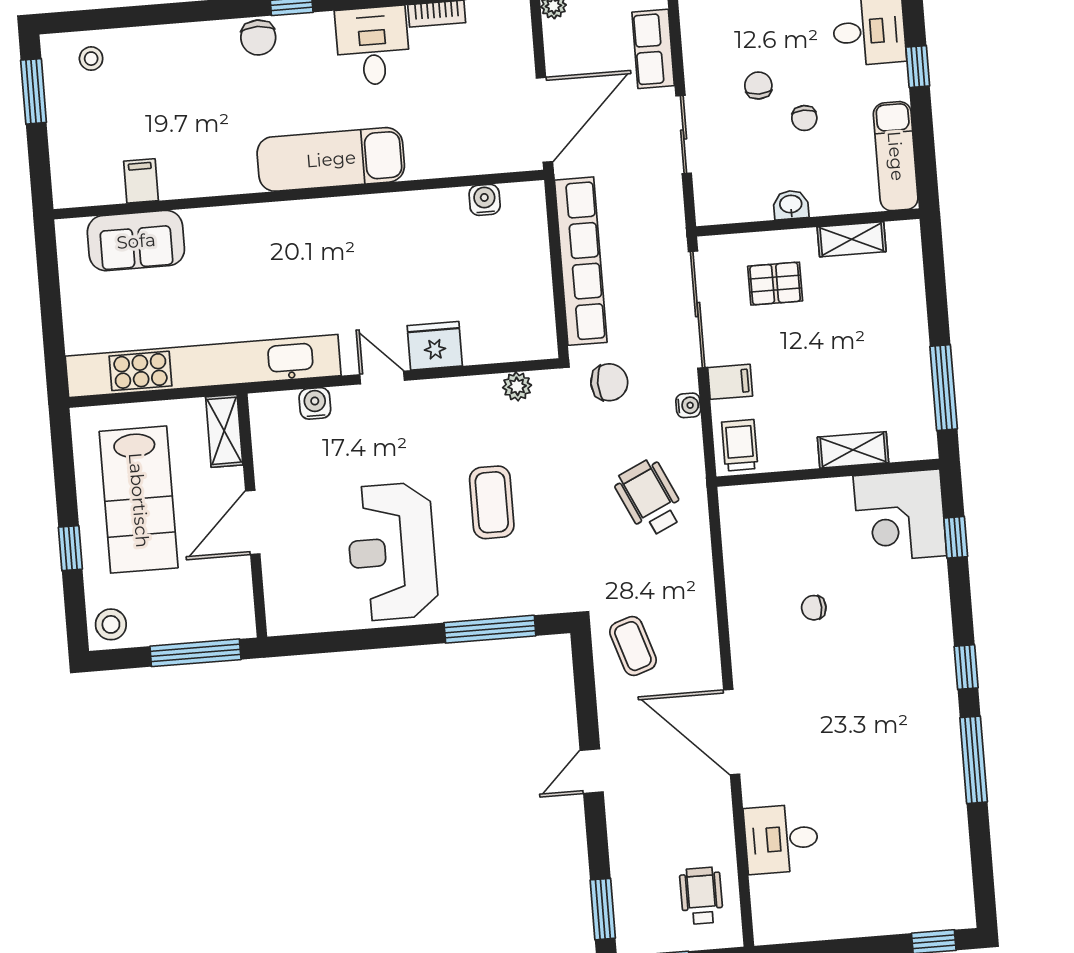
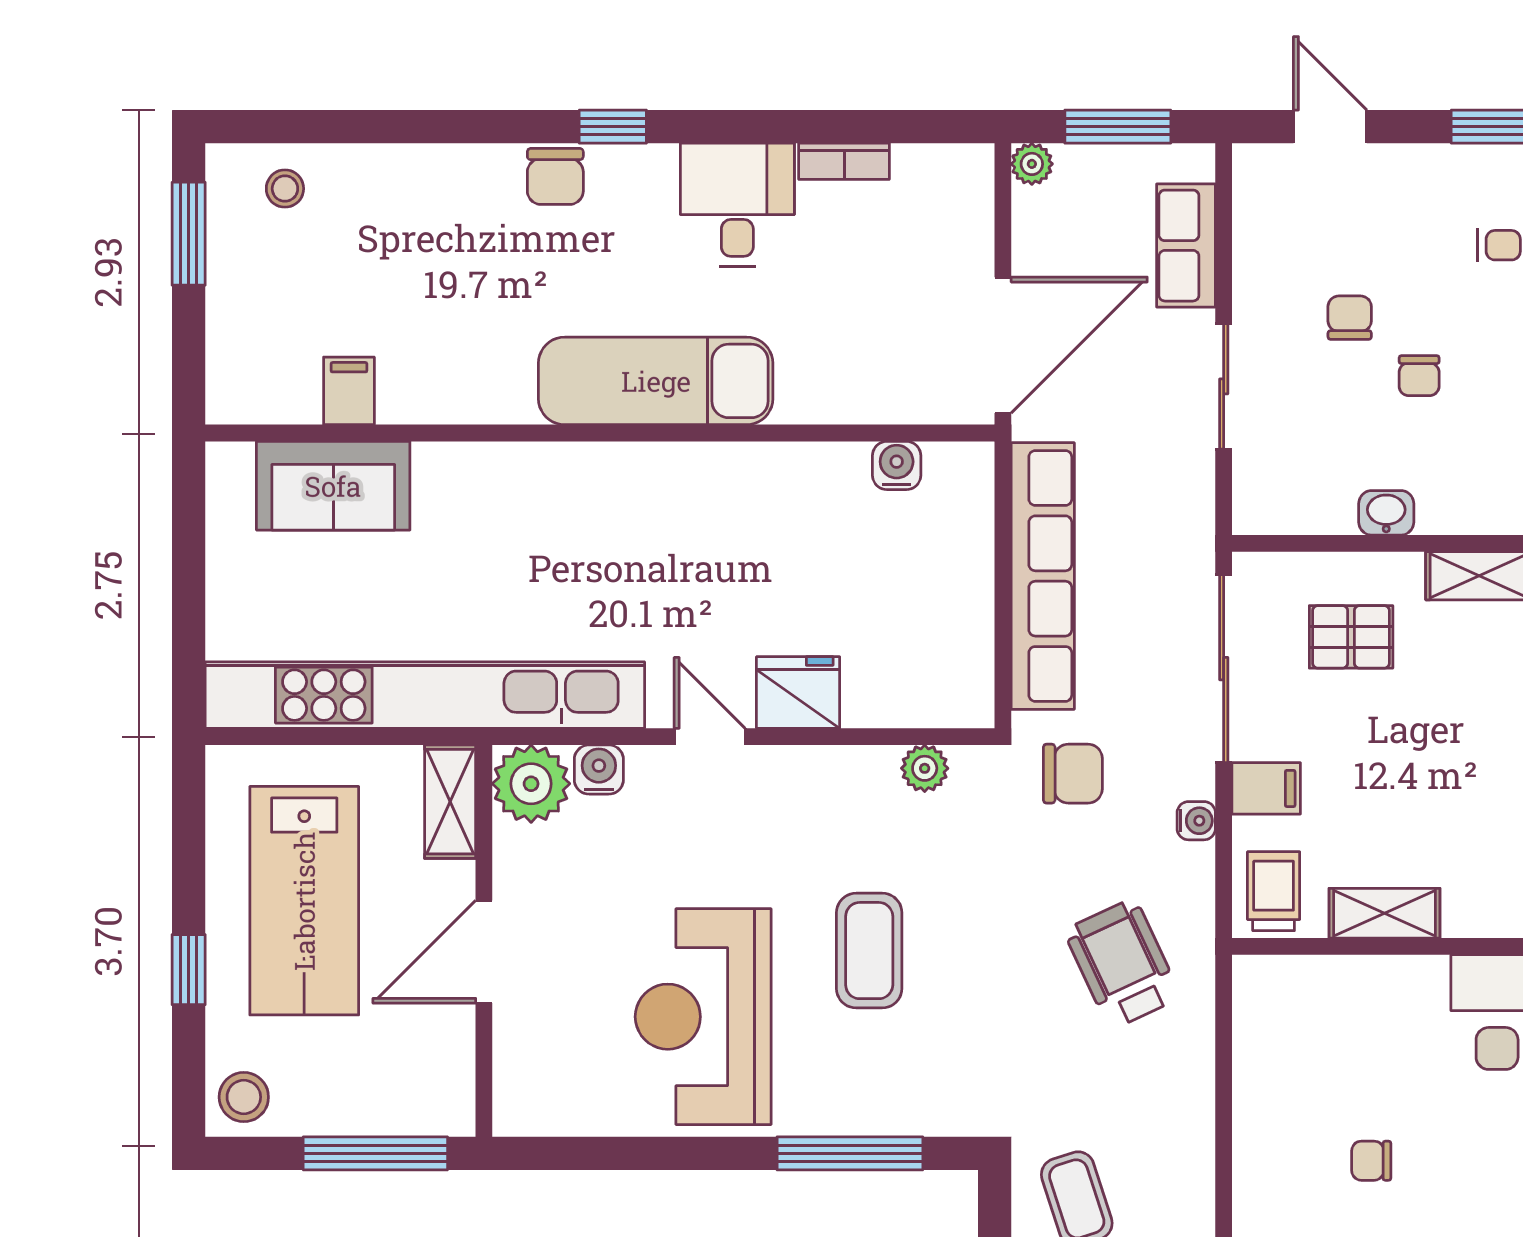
plant: (274, 416) -> (531, 784), added
shelving: (853, 450) -> (1384, 913), moved

